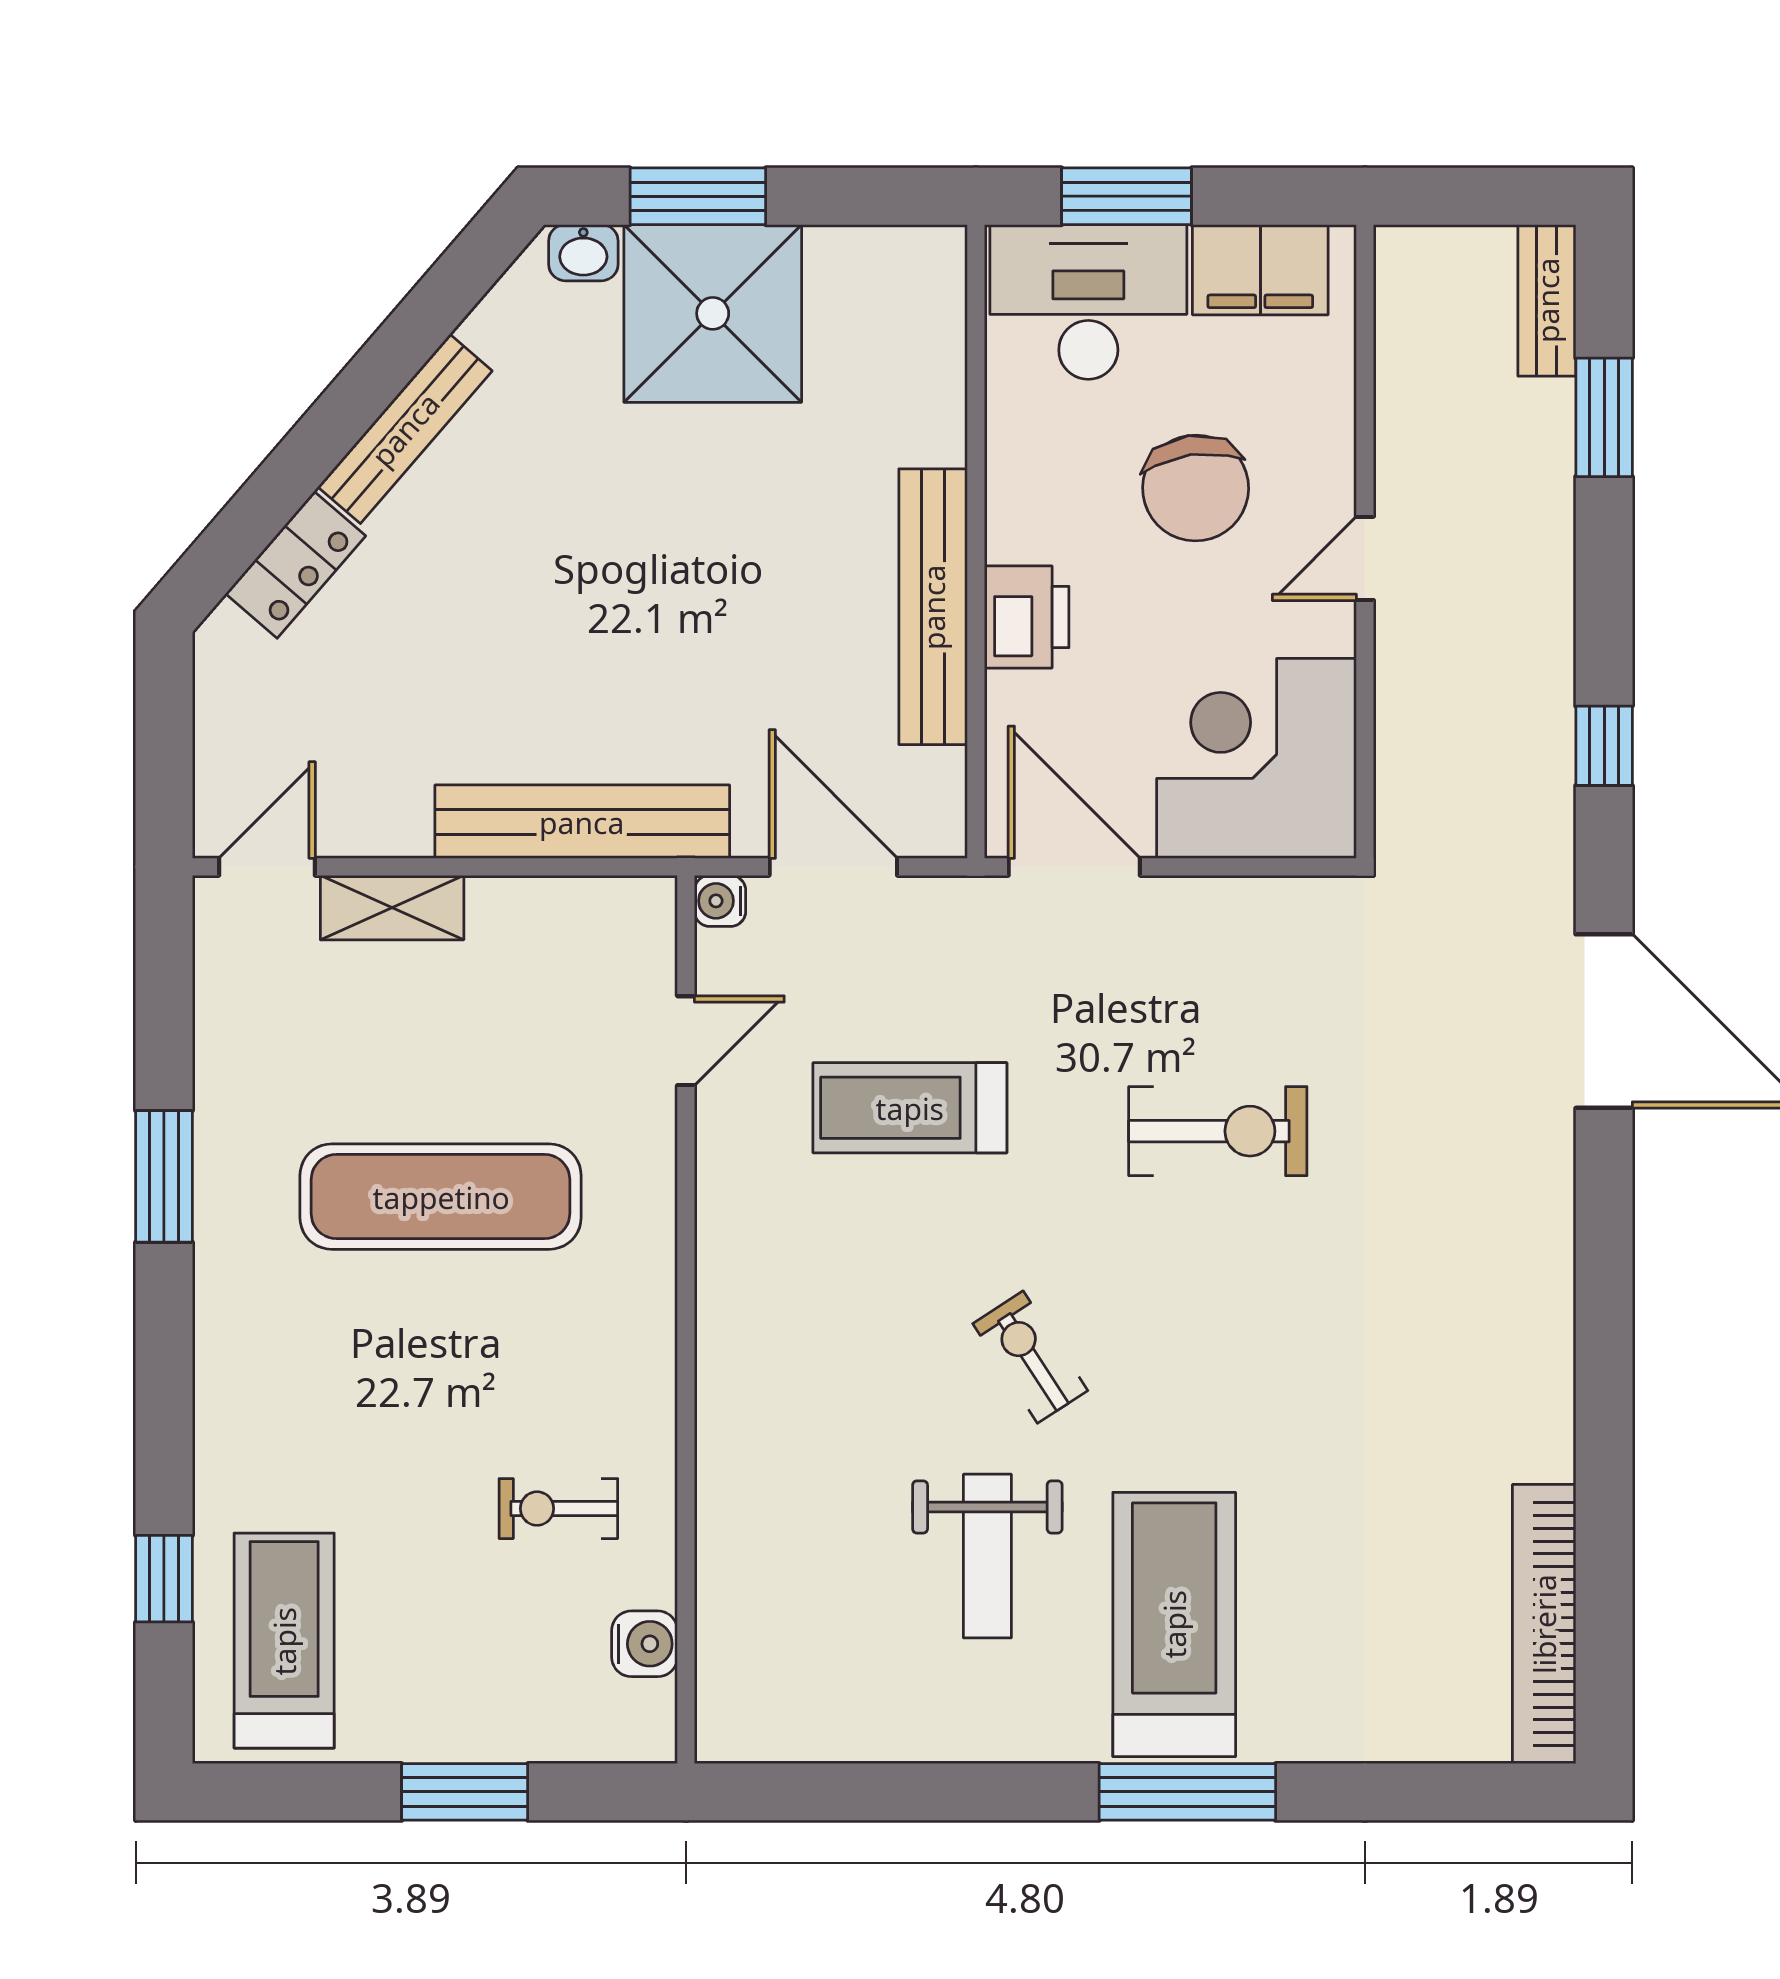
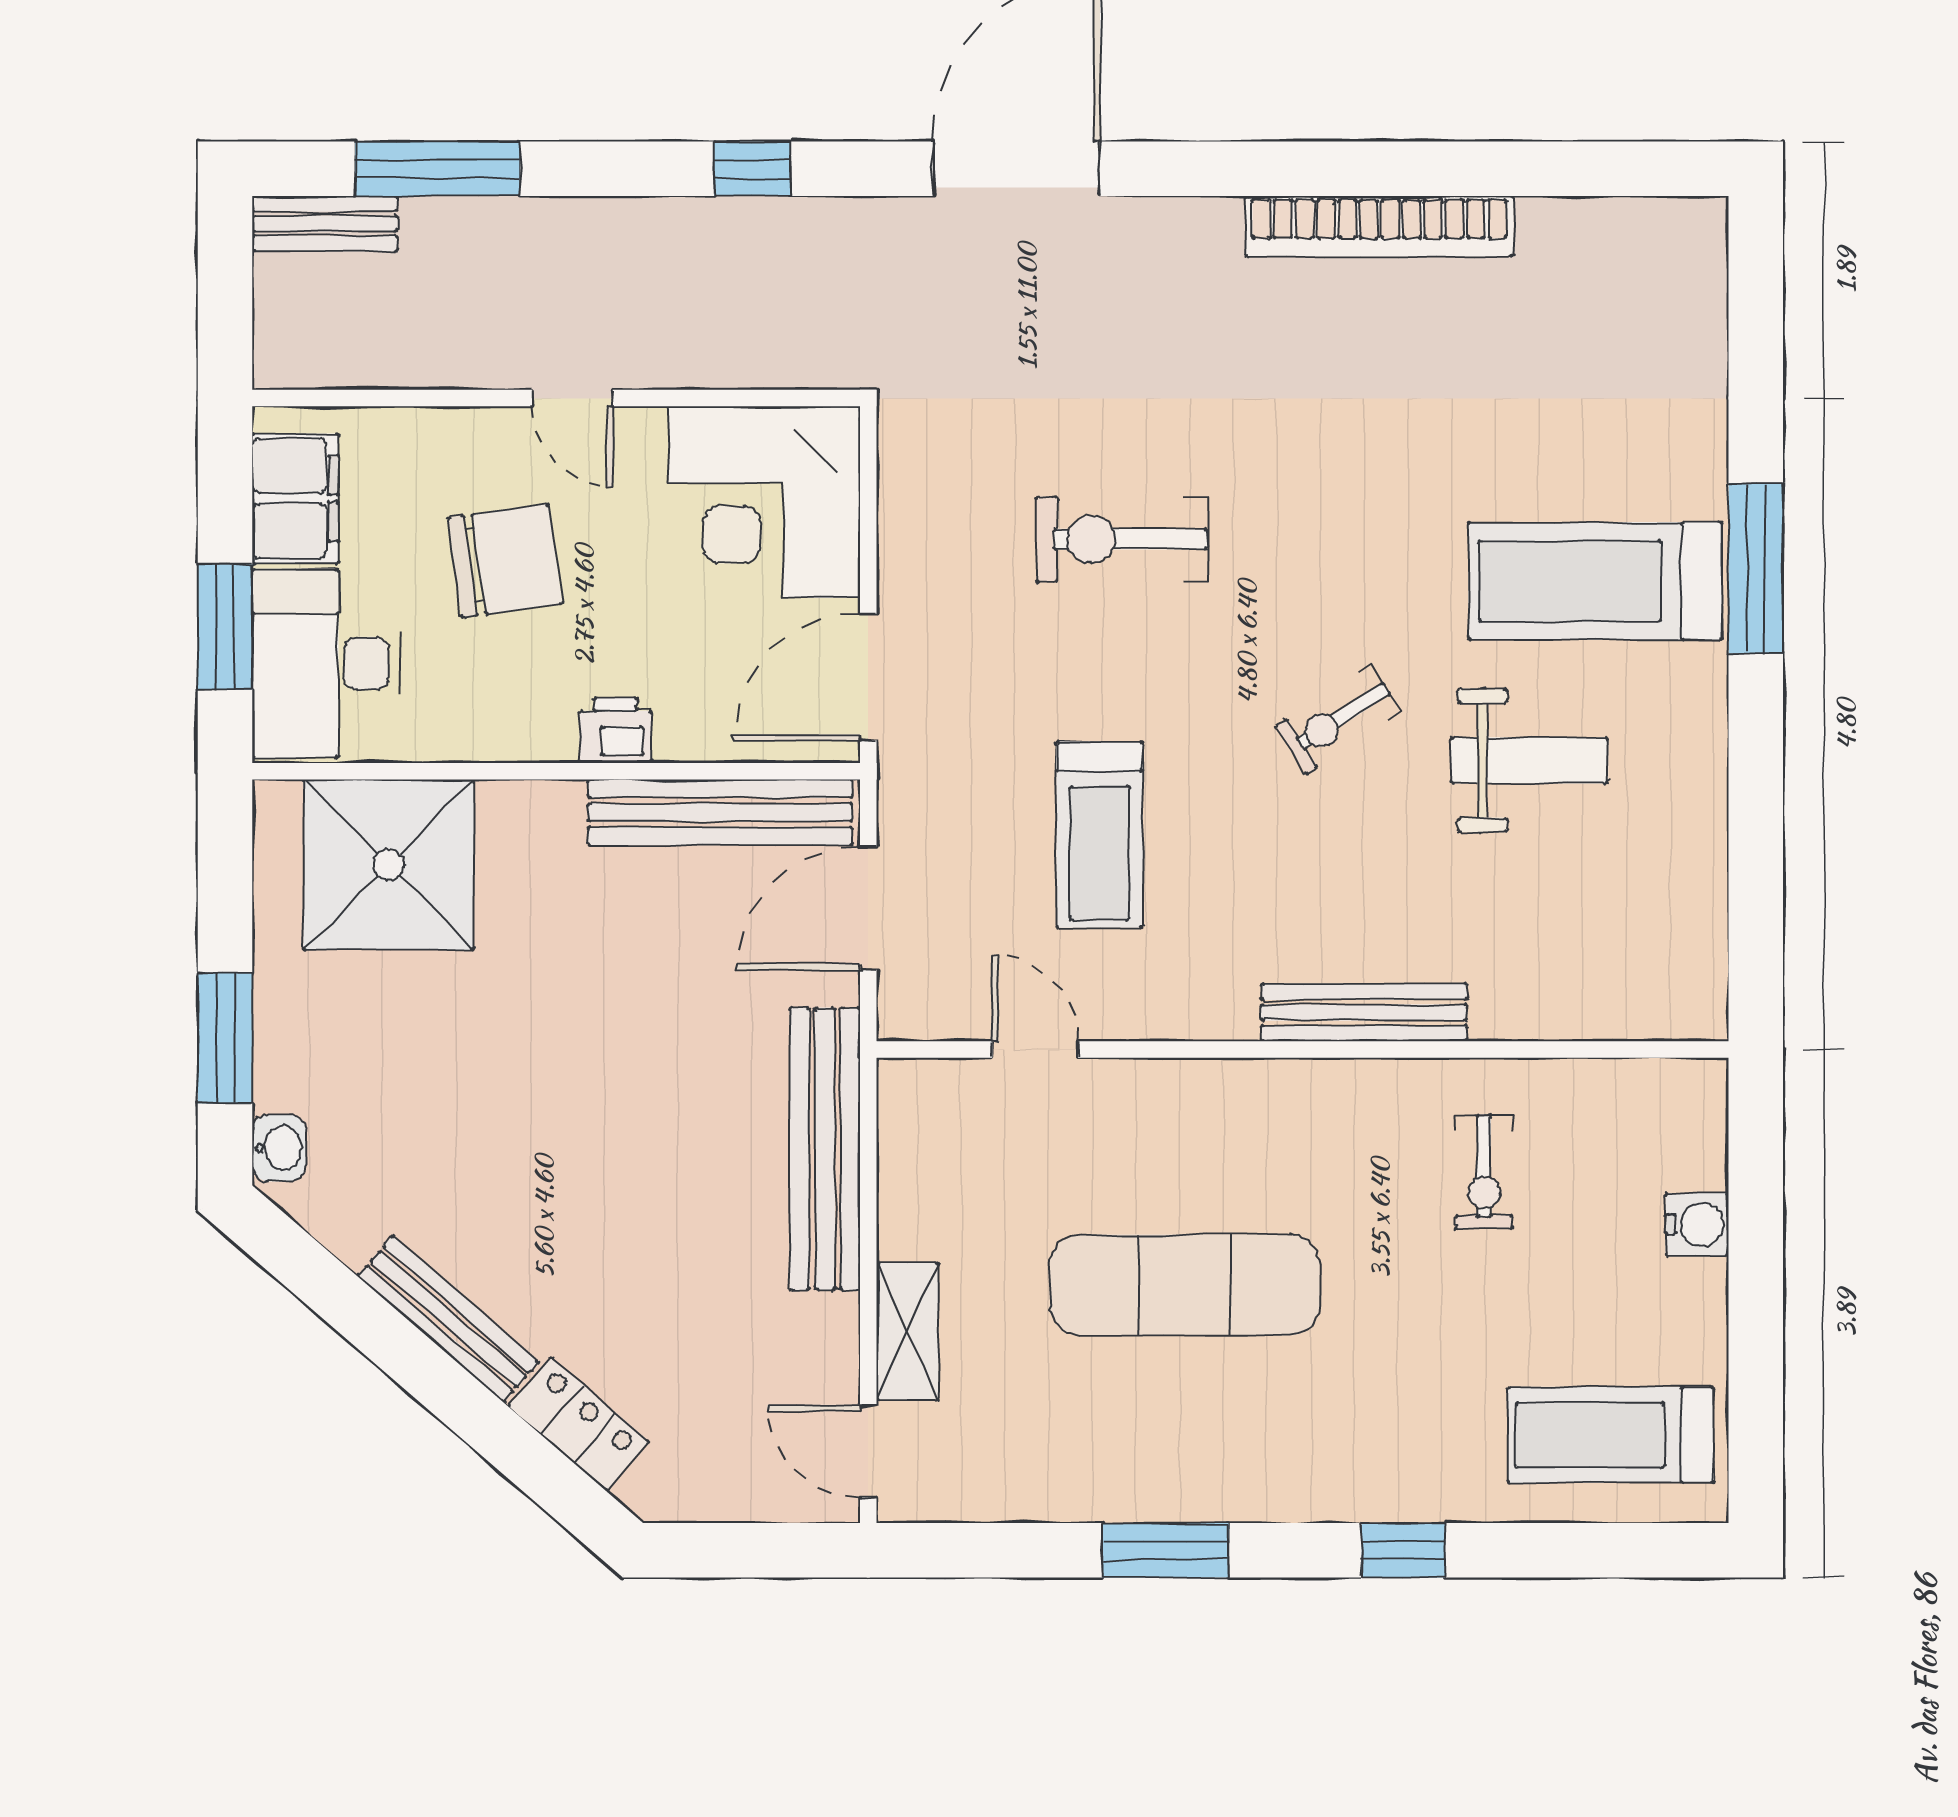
shower: (713, 313) -> (389, 865), moved
window: (1604, 417) -> (437, 169), width x1.44
bench: (933, 607) -> (720, 812), moved
printer: (1027, 617) -> (616, 730), width x0.73, depth x0.81
water cooler: (720, 901) -> (901, 1017), removed
exercise bike: (1218, 1131) -> (1122, 539), turned -90
exercise mat: (441, 1197) -> (1185, 1285), turned 90
bench: (724, 1384) -> (1364, 1012), added
window: (164, 1579) -> (1403, 1550), moved
bookcase: (1544, 1624) -> (1380, 226), moved
water cooler: (645, 1644) -> (1697, 1225), moved, turned 90
window: (465, 1792) -> (1756, 1262), removed

